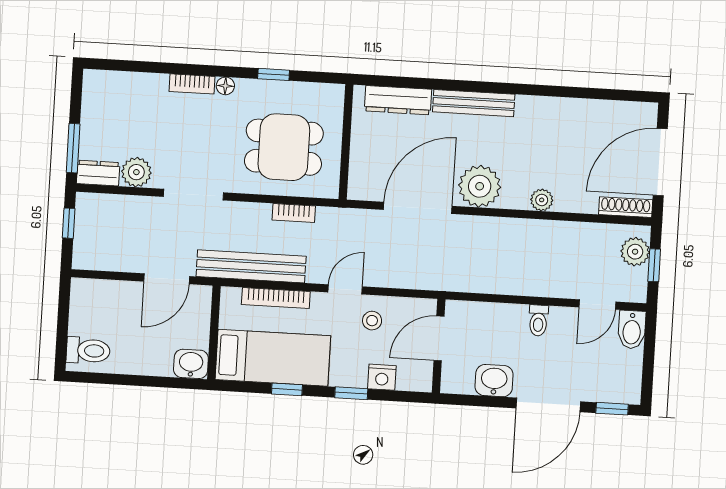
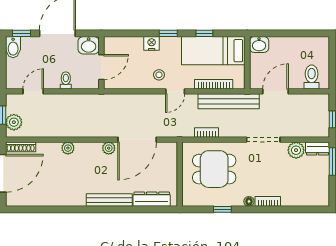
plant: (480, 186) -> (109, 148), width x0.53, depth x0.53
bidet: (632, 330) -> (13, 47), moved, turned 180
door: (439, 338) -> (101, 67), moved
wall: (439, 346) -> (101, 63), moved
toilet: (88, 351) -> (312, 77), moved, turned 90

